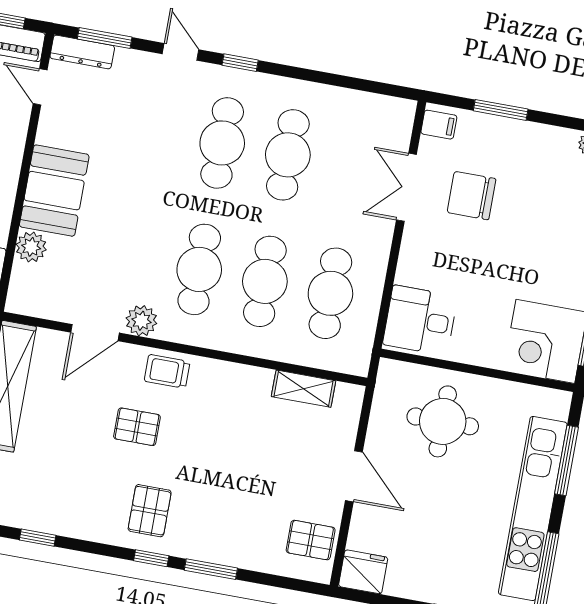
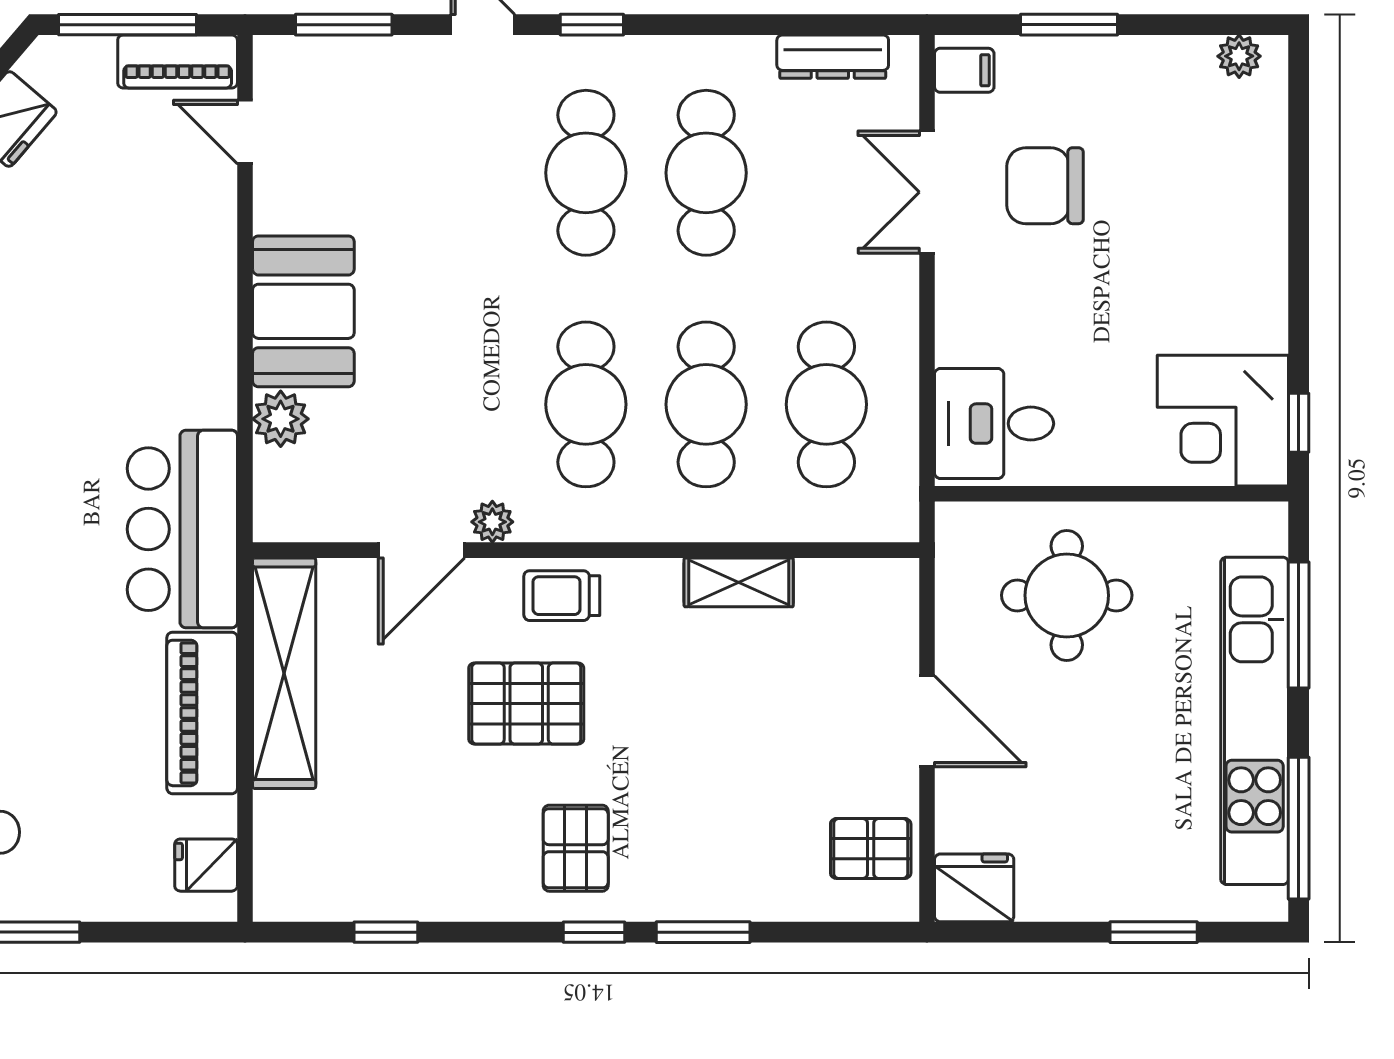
dresser: (82, 52) -> (833, 57), moved
plant: (141, 321) -> (492, 522), width x0.73, depth x0.73
shelving: (304, 389) -> (739, 582), moved
pallet: (137, 427) -> (526, 704), width x1.50, depth x1.42

